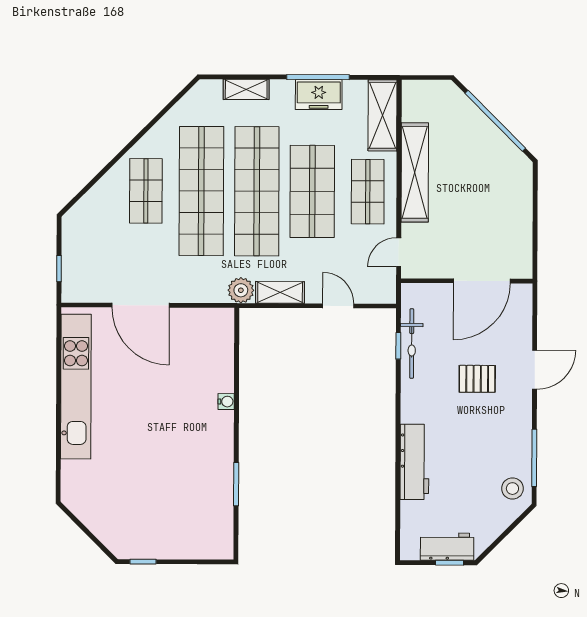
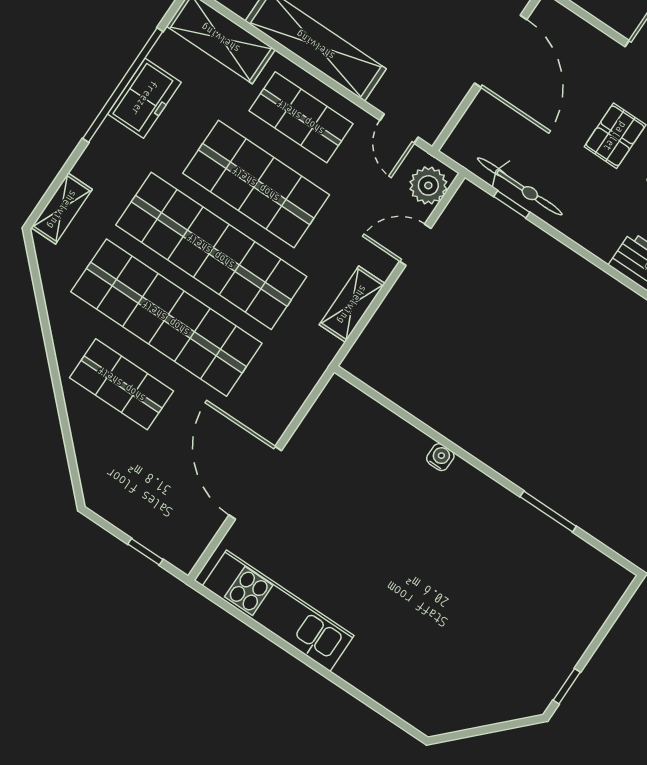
window: (318, 77) -> (123, 85), width x1.46
shelving: (246, 89) -> (62, 209), moved
plant: (241, 290) -> (428, 185), moved
door: (141, 305) -> (255, 483), swing flipped
kitchen unit: (76, 387) -> (278, 611), width x0.73

